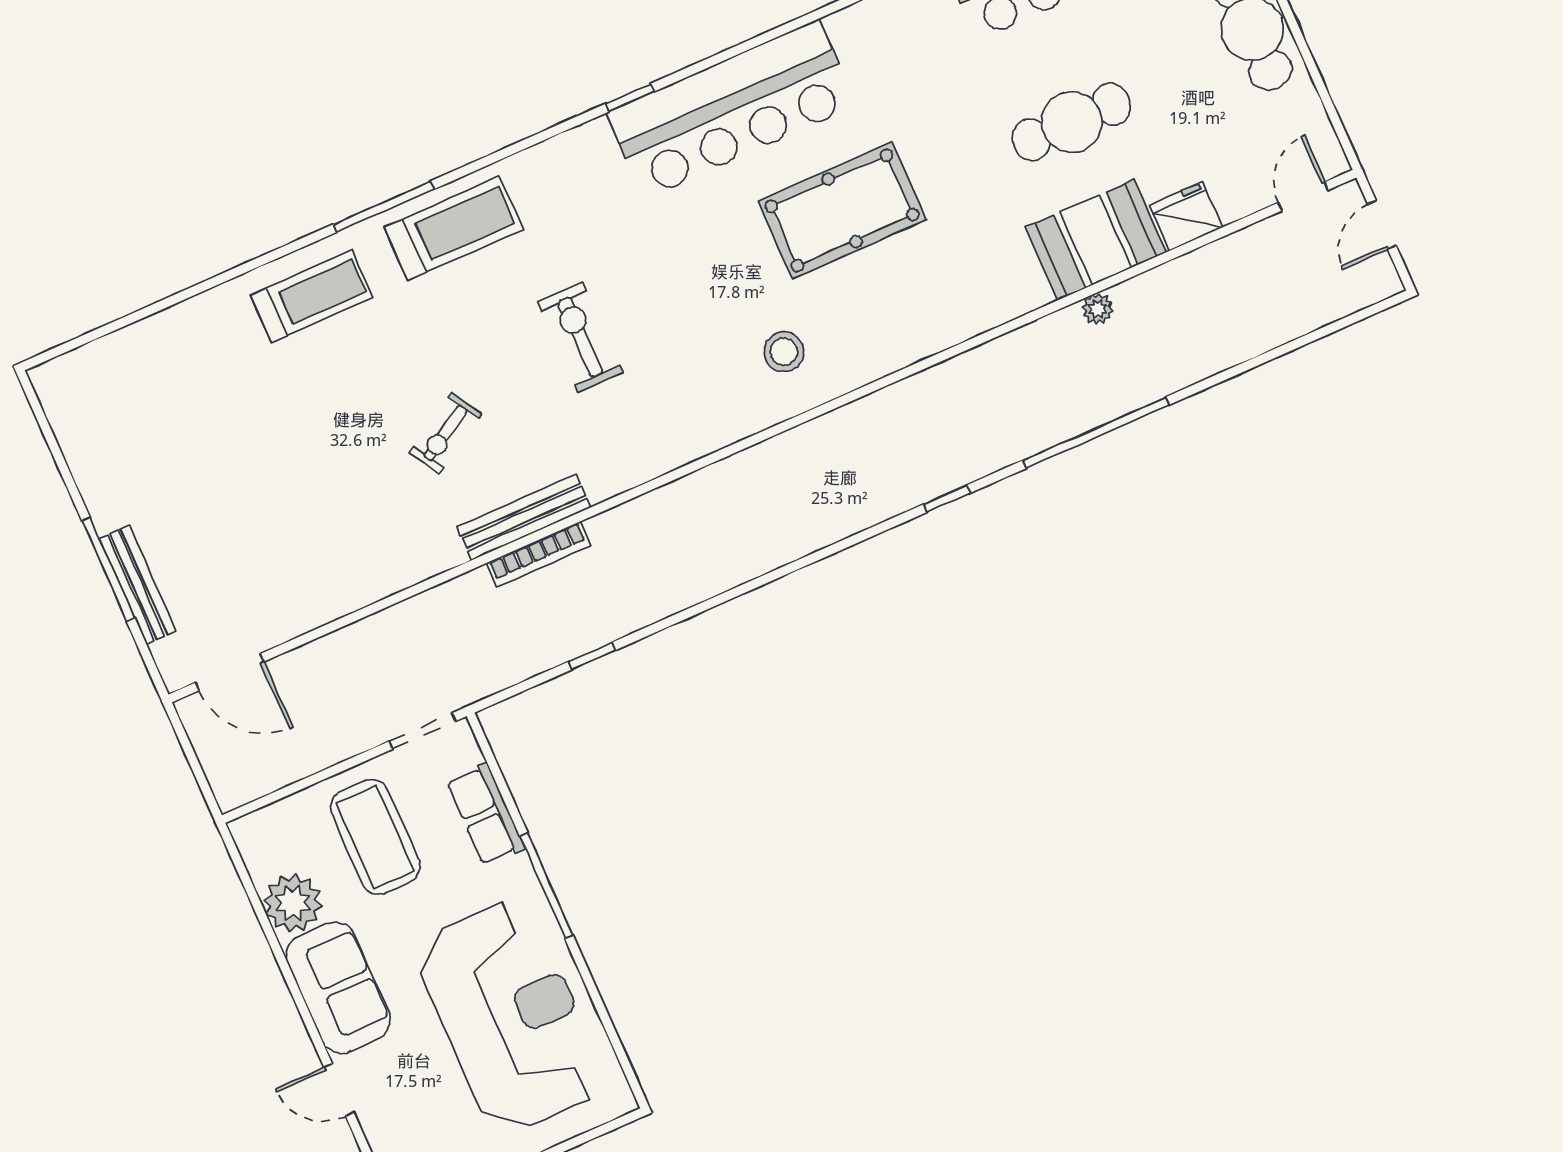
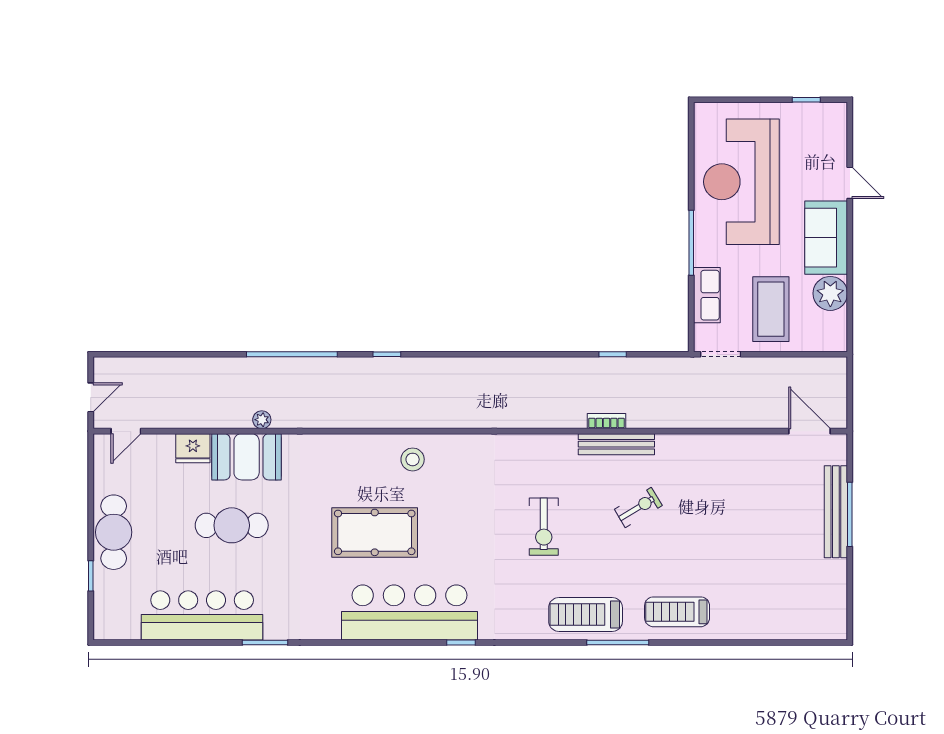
stool: (784, 352) -> (413, 459), moved
bookcase: (538, 554) -> (607, 421), width x0.64
bench: (137, 585) -> (836, 512), width x1.37, depth x1.21

